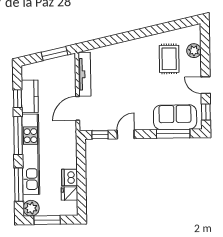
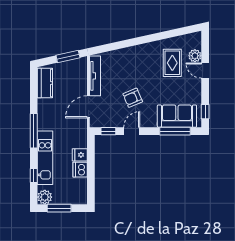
door: (206, 85) -> (205, 71), moved
kitchen counter: (30, 96) -> (45, 83), moved
armchair: (126, 98) -> (133, 98), added
window: (17, 99) -> (34, 97), removed
kitchen unit: (31, 154) -> (45, 158), width x0.73
window: (19, 185) -> (34, 175), width x0.46
fridge: (69, 194) -> (80, 155), moved

